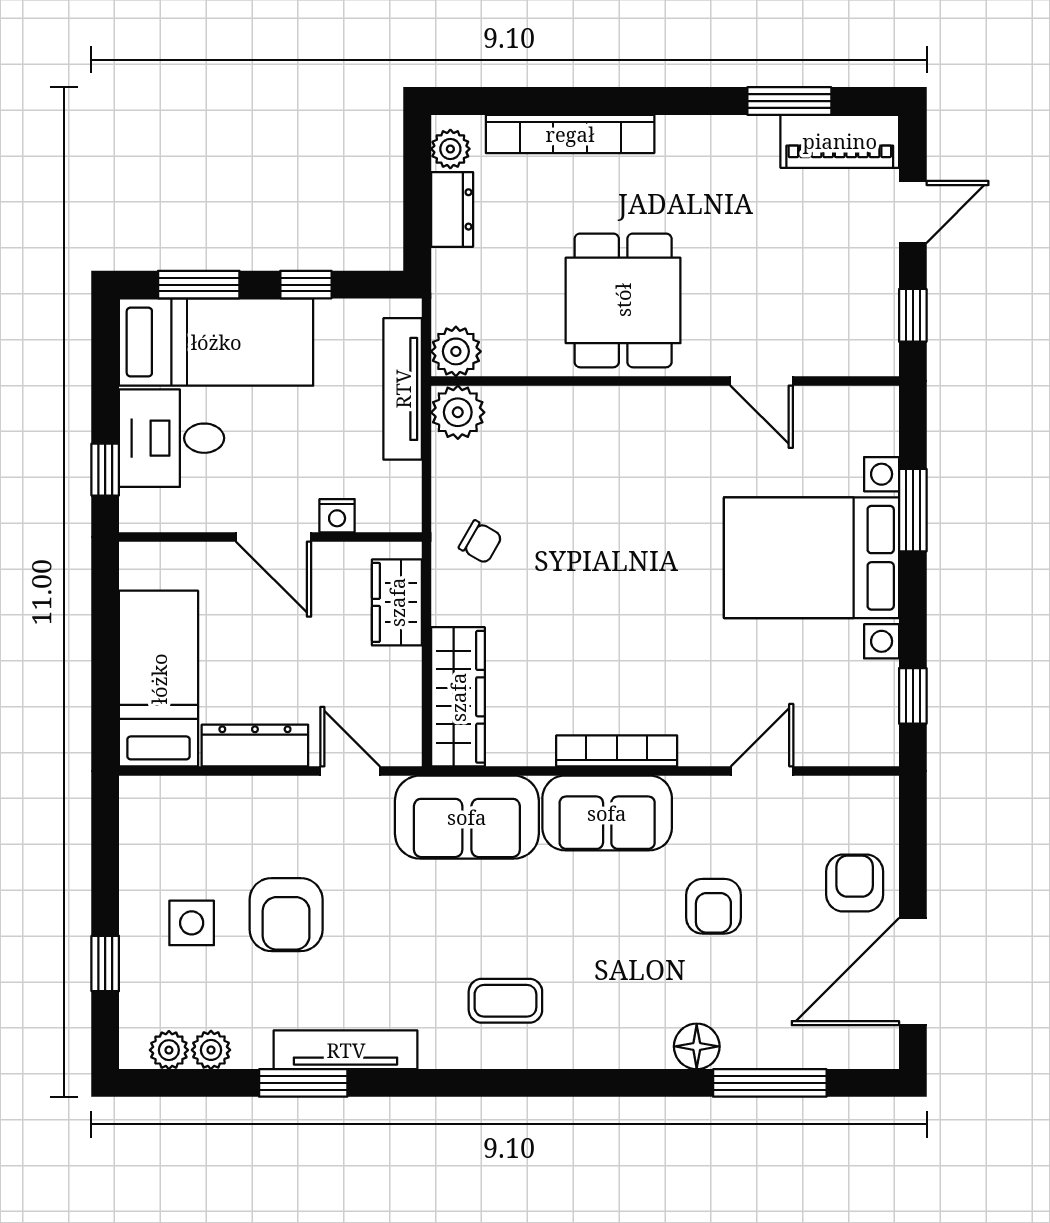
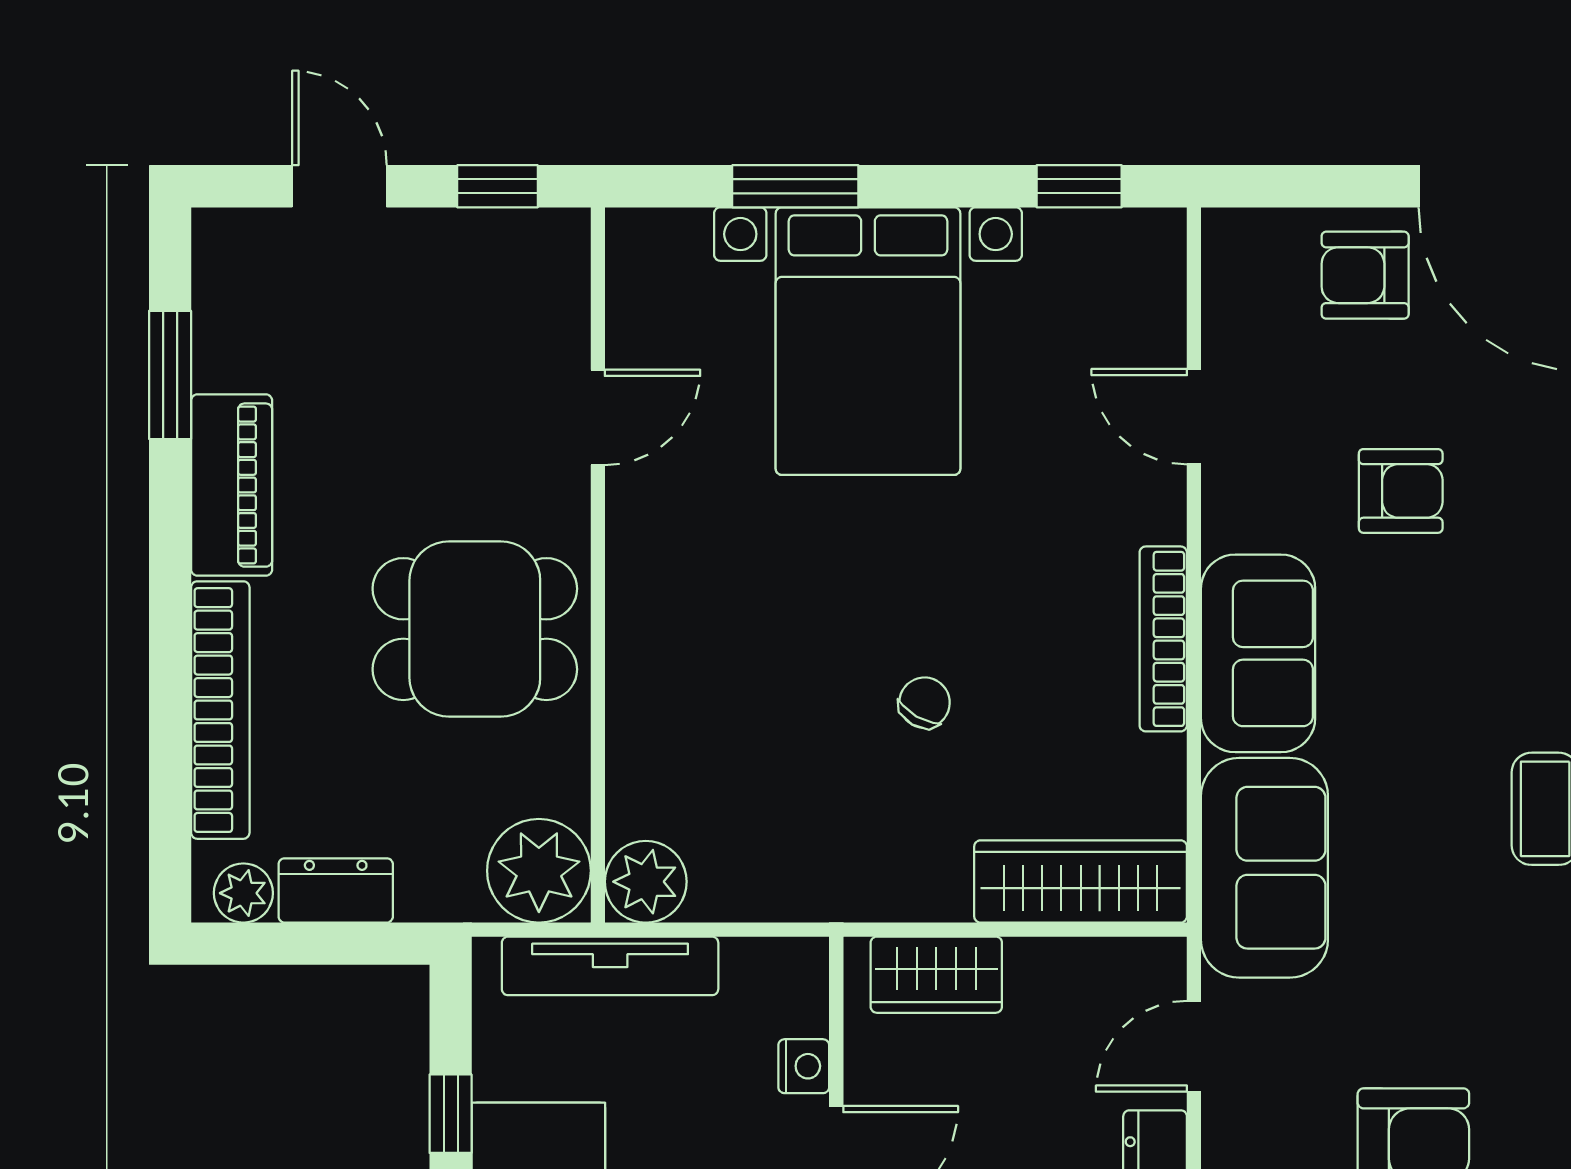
piano: (840, 141) -> (232, 485), moved
plant: (456, 351) -> (539, 871), width x1.36, depth x1.36
chair: (480, 542) -> (925, 703), moved

